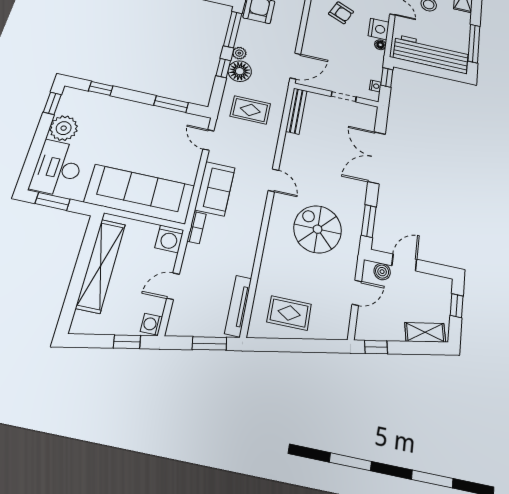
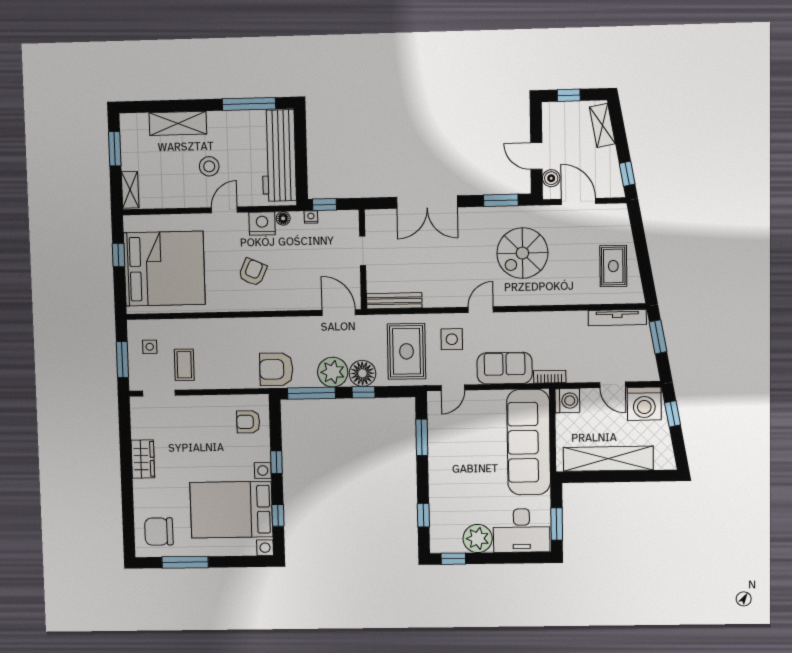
plant: (239, 53) -> (333, 372), width x1.87, depth x1.87
nightstand: (375, 86) -> (311, 217), moved
rug: (250, 110) -> (407, 351), width x1.36, depth x1.43
side table: (252, 149) -> (452, 339), added
door: (357, 293) -> (579, 201), width x1.38
washing machine: (151, 324) -> (644, 404), width x1.89, depth x1.89

